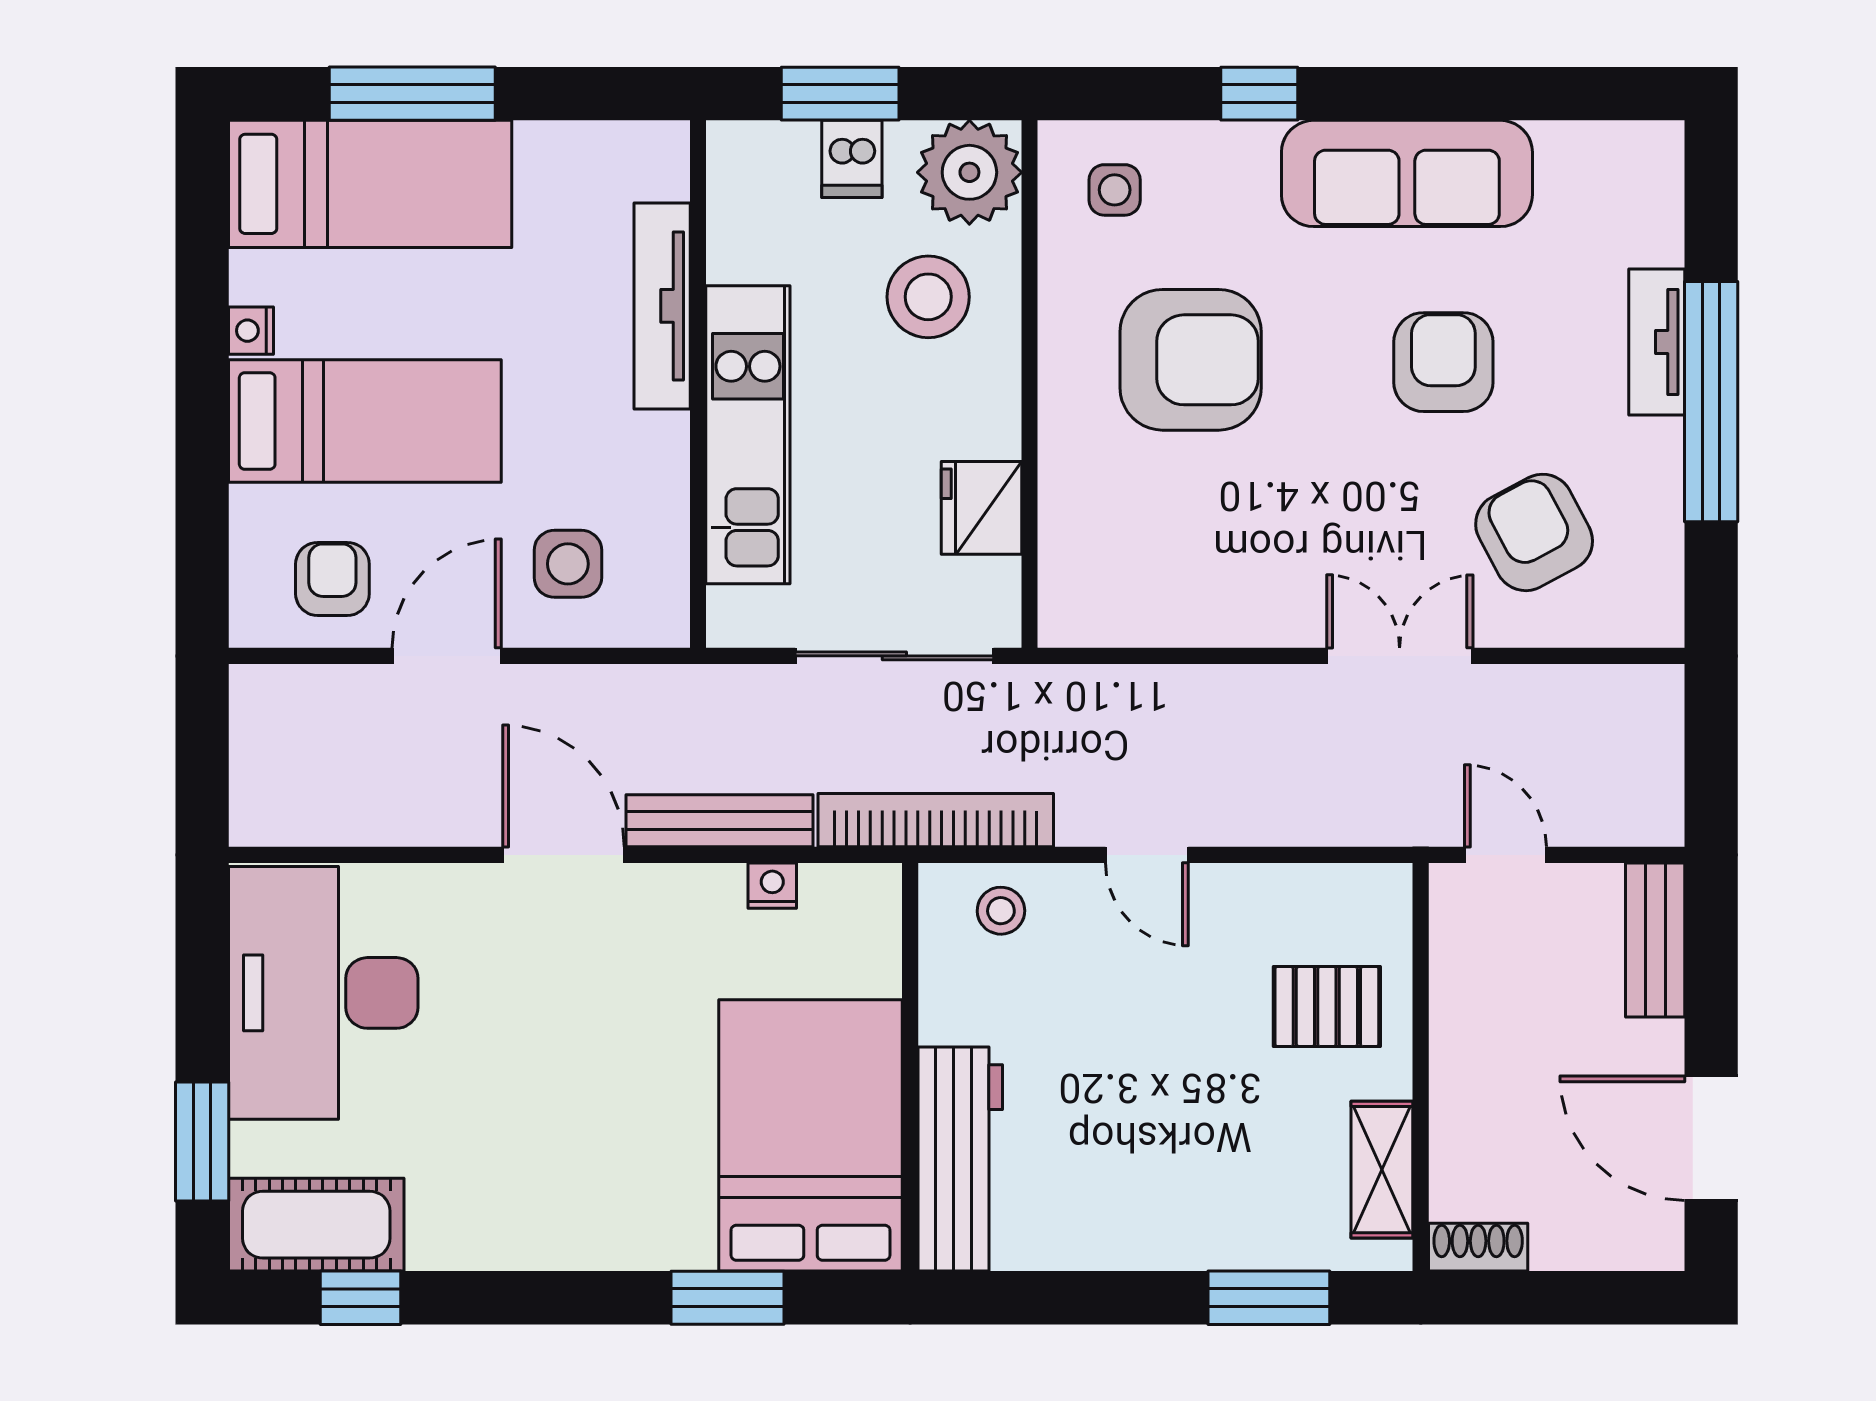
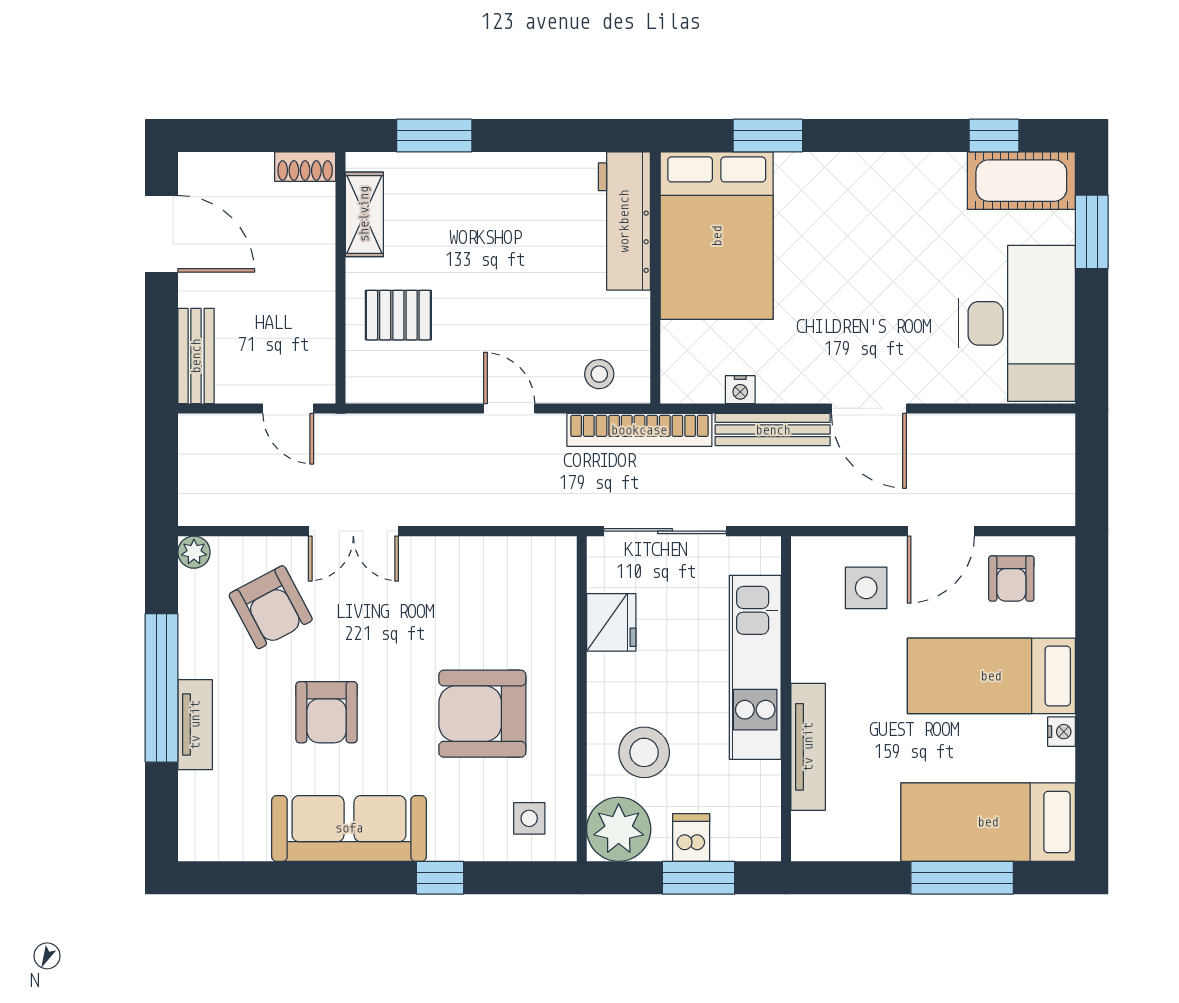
plant: (1658, 622) -> (194, 552), added

